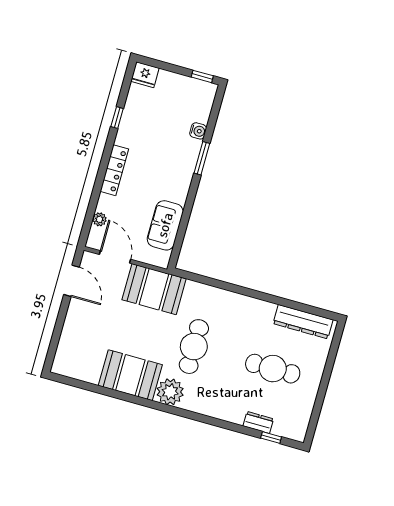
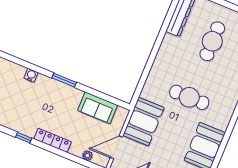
window: (117, 118) -> (24, 138), moved
window: (202, 158) -> (64, 80), moved
plant: (170, 392) -> (220, 119), removed

